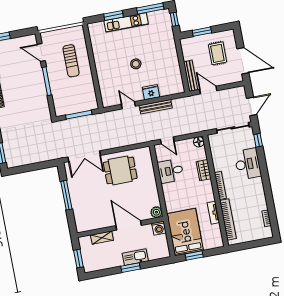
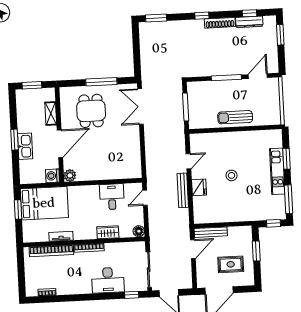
sun lounger: (71, 61) -> (235, 117), moved
dining table: (120, 170) -> (91, 111), moved

